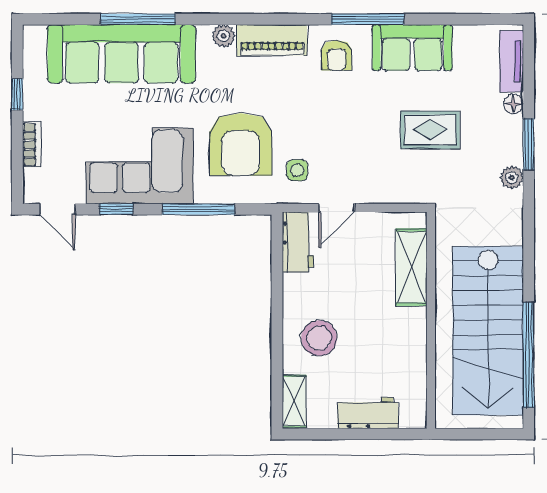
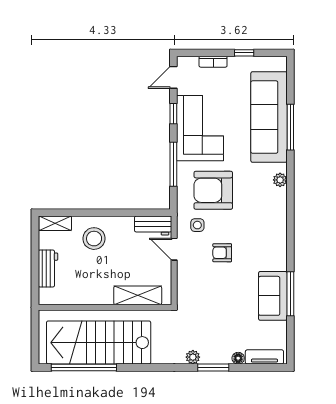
window: (368, 19) -> (290, 294), moved
piano: (272, 40) -> (277, 210), removed
armchair: (337, 55) -> (222, 253), moved
rug: (430, 130) -> (222, 307), removed

